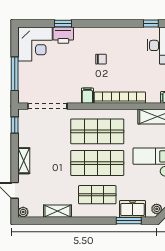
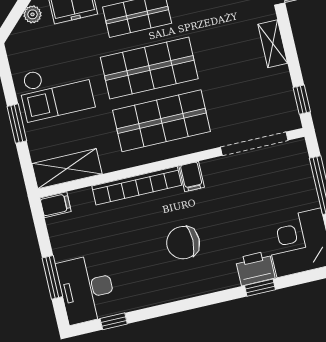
chair: (101, 59) -> (183, 243), width x1.87, depth x1.87

